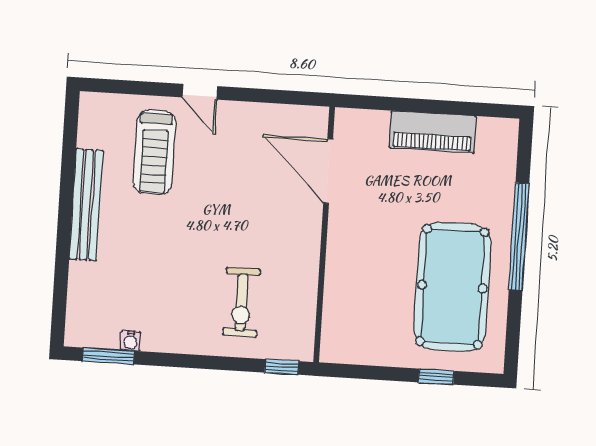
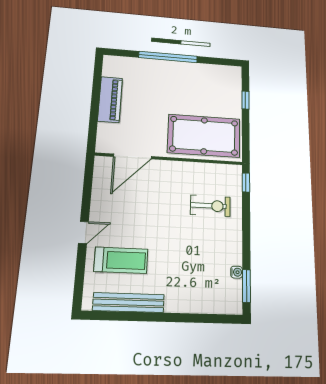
bench: (86, 205) -> (129, 303), moved
pool table: (452, 287) -> (204, 136), moved

